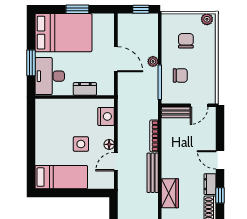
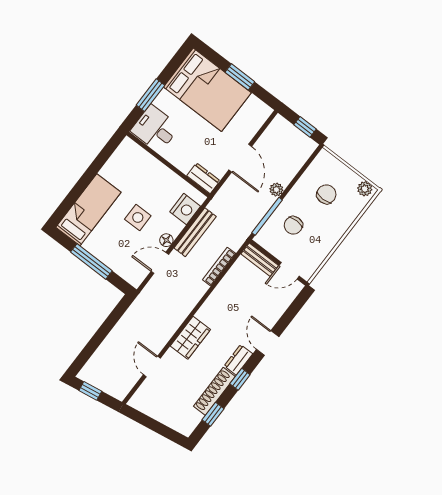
chair: (180, 75) -> (293, 225), turned 90
desk: (50, 76) -> (155, 129), width x0.73
dresser: (85, 89) -> (203, 178), moved
bench: (153, 173) -> (195, 232), moved
bed: (61, 177) -> (88, 210), moved, turned -90
window: (73, 193) -> (91, 261), added

